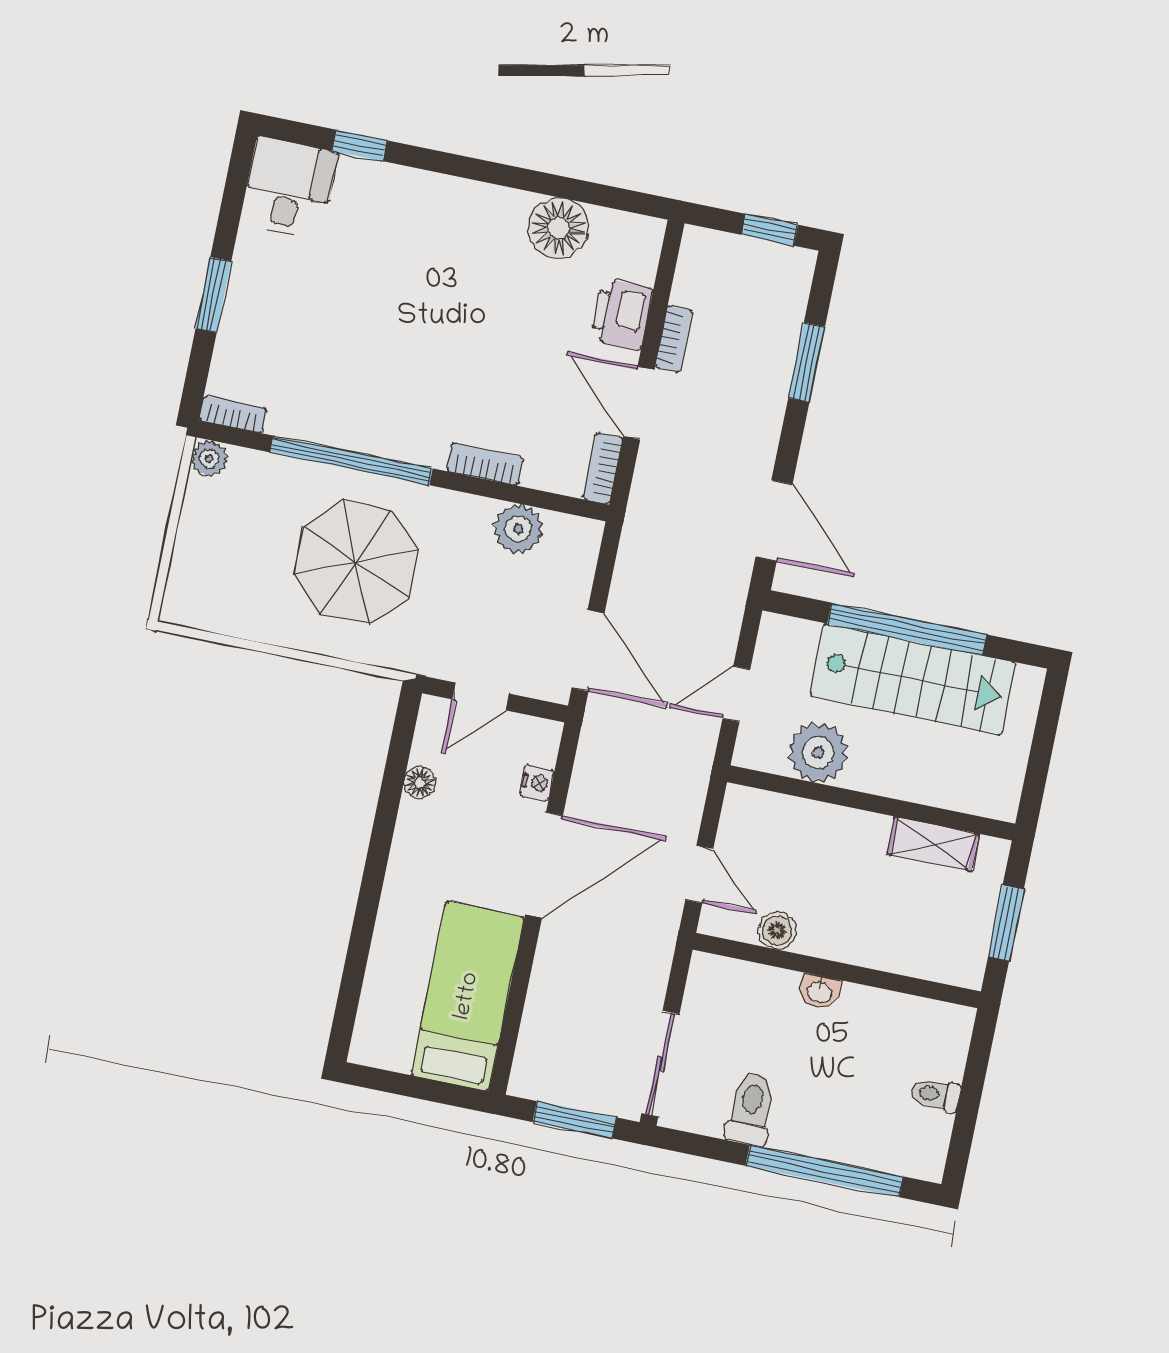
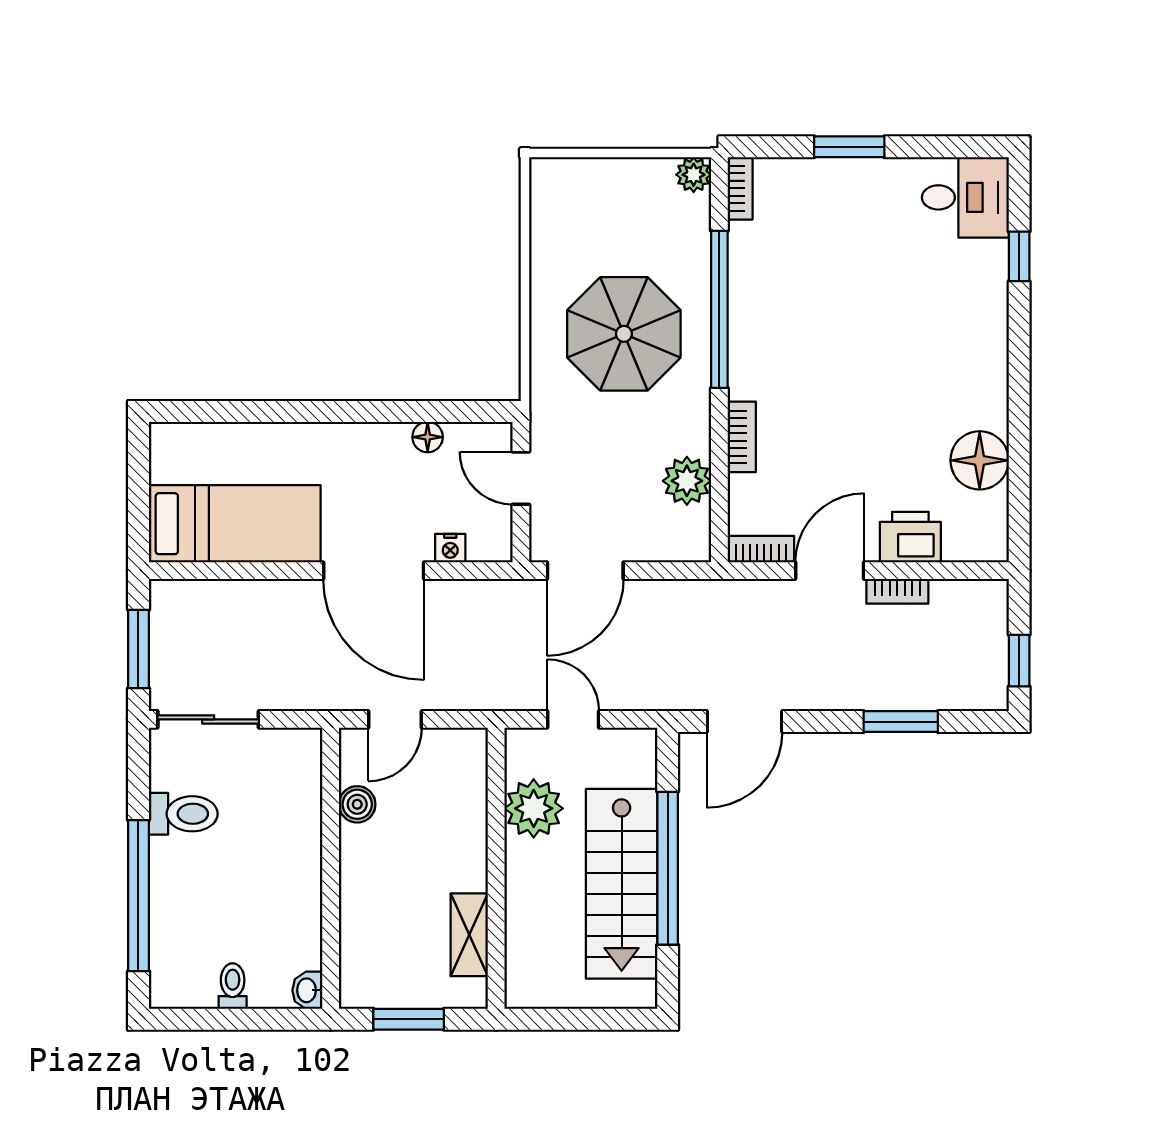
washbasin: (820, 992) -> (307, 990), moved

